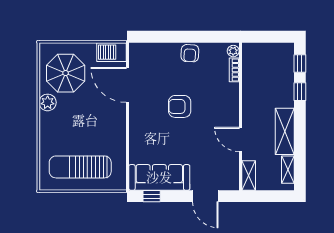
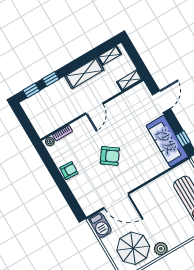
door: (127, 85) -> (116, 201), hinge flipped
armchair: (180, 106) -> (110, 156), turned -54
door: (240, 139) -> (94, 109), moved

